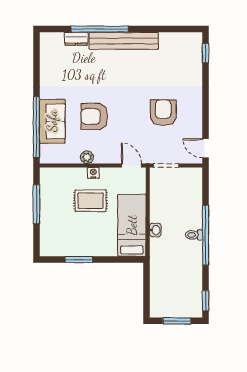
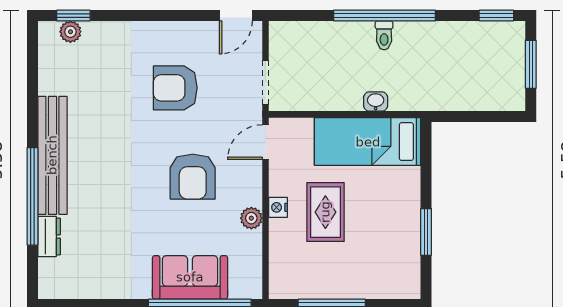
plant: (196, 51) -> (70, 32), added
armchair: (94, 116) -> (193, 177), moved

